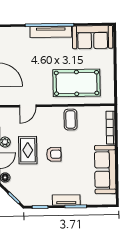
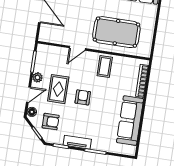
door: (28, 106) -> (77, 48), moved
armchair: (54, 154) -> (83, 97), turned -90
armchair: (26, 184) -> (51, 122), added
tv unit: (66, 200) -> (77, 142), moved

